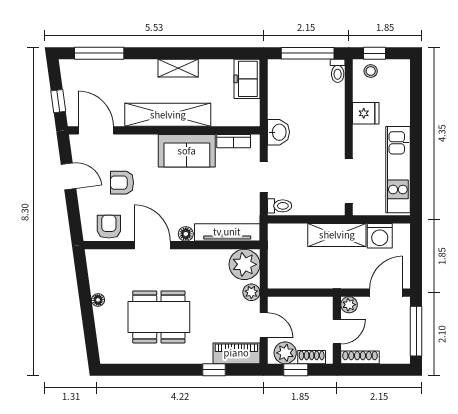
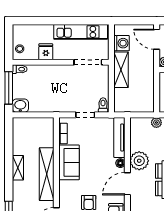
window: (374, 53) -> (9, 46), removed
freezer: (247, 79) -> (25, 125), removed
washbasin: (279, 132) -> (20, 106), moved
plant: (244, 264) -> (139, 161), moved

